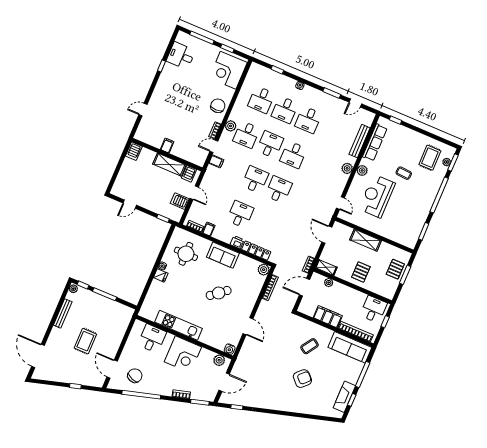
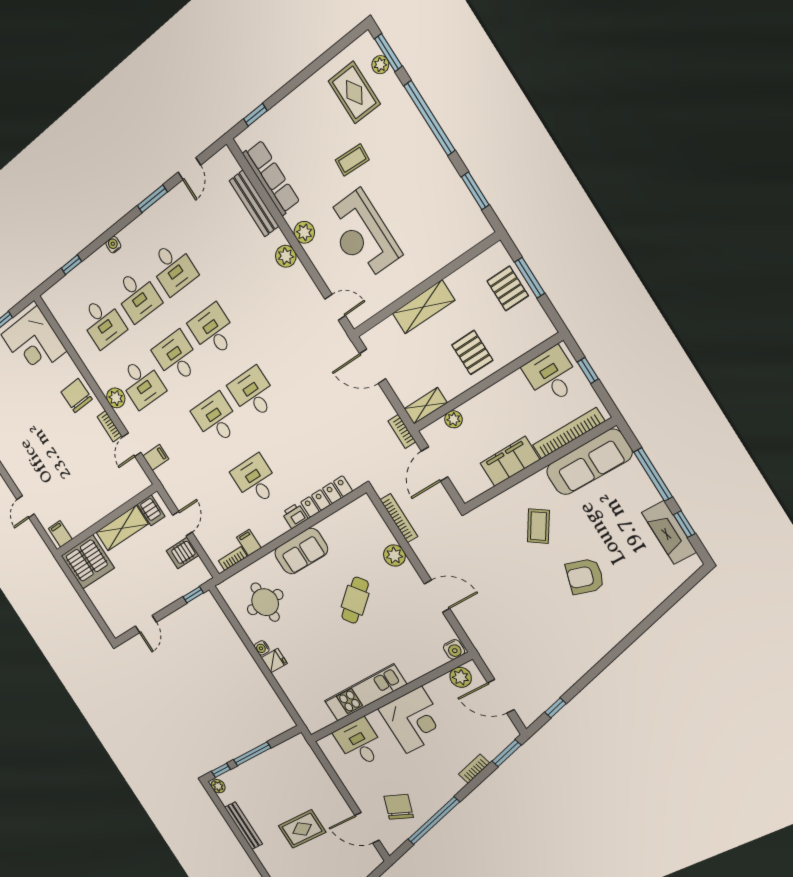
filing cabinet: (167, 146) -> (60, 534), moved
server rack: (134, 151) -> (88, 562), width x2.18, depth x1.44
desk: (293, 155) -> (213, 331), turned 180
door: (194, 193) -> (182, 524), hinge flipped
plant: (264, 270) -> (394, 555), moved
rug: (85, 341) -> (302, 829), turned 90
armchair: (302, 379) -> (585, 576), turned -119
door: (224, 382) -> (501, 696), swing flipped

